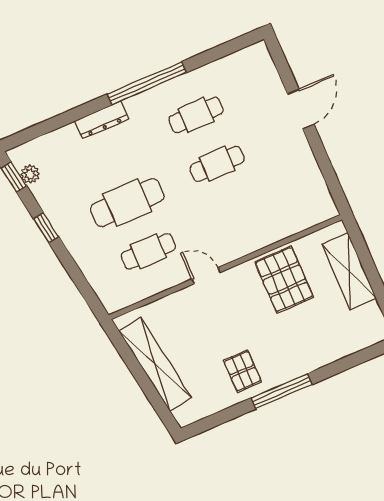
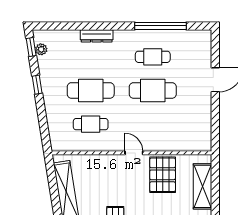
window: (147, 83) -> (161, 26), moved
cafe table: (217, 164) -> (153, 90), width x1.37, depth x1.35
door: (206, 276) -> (134, 153), moved

